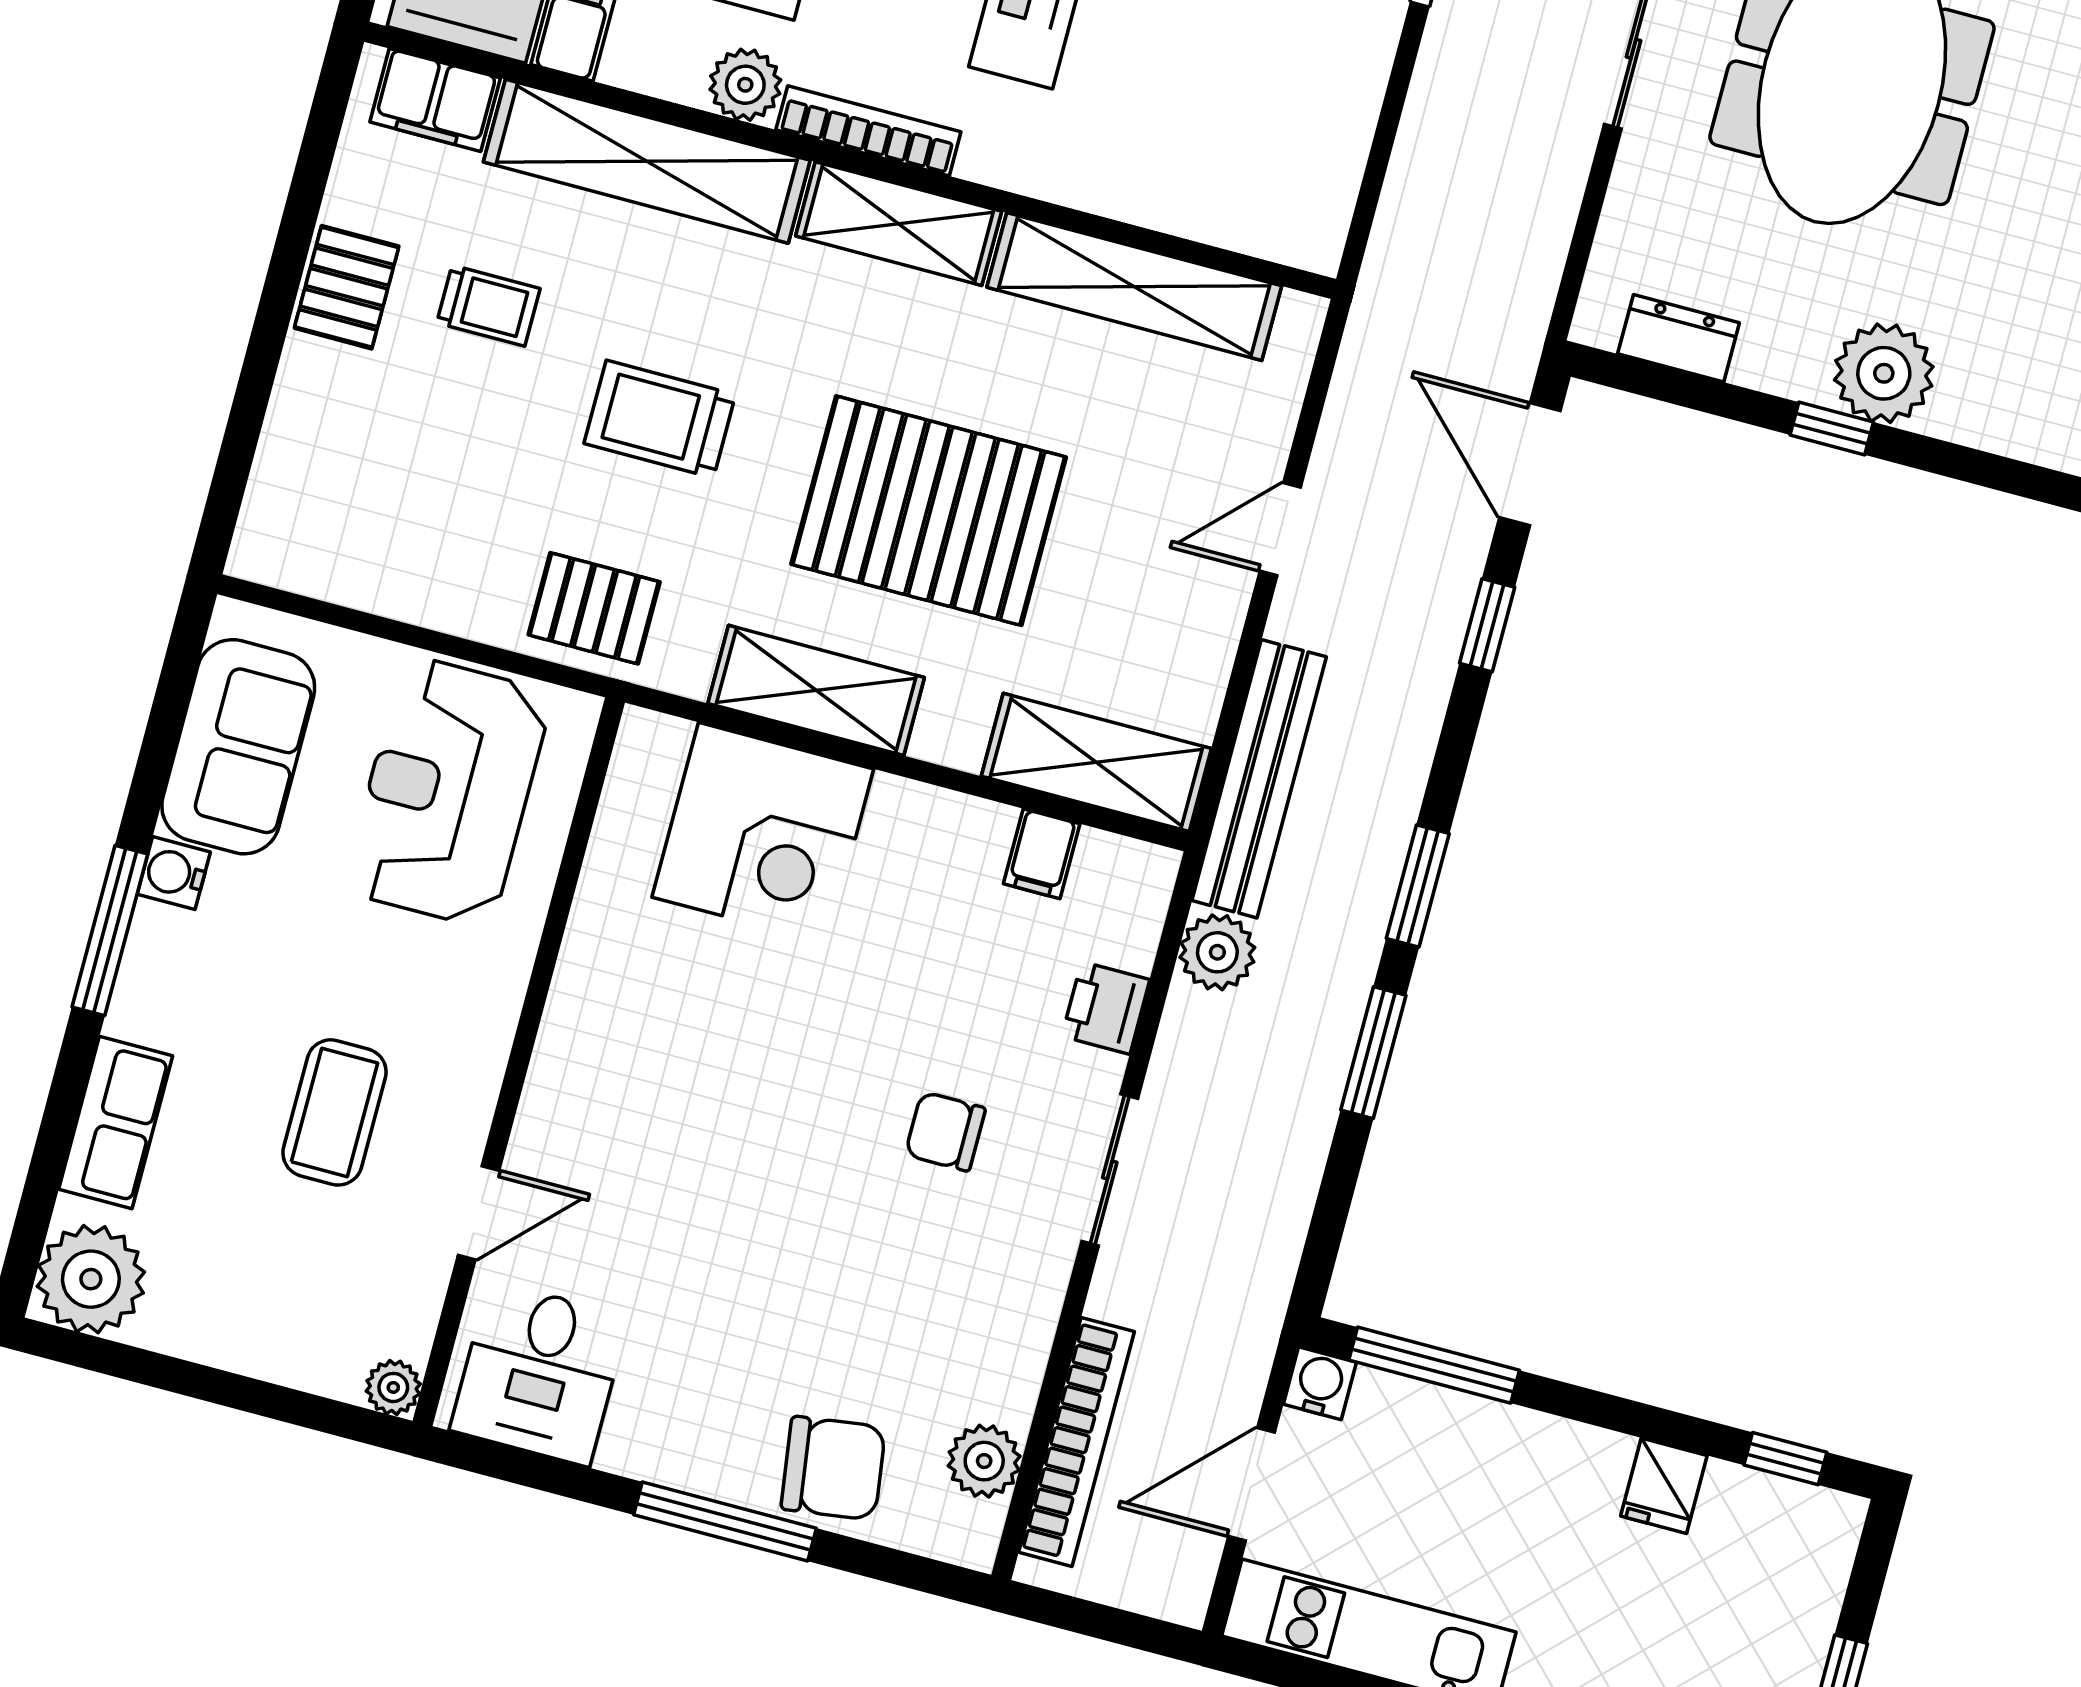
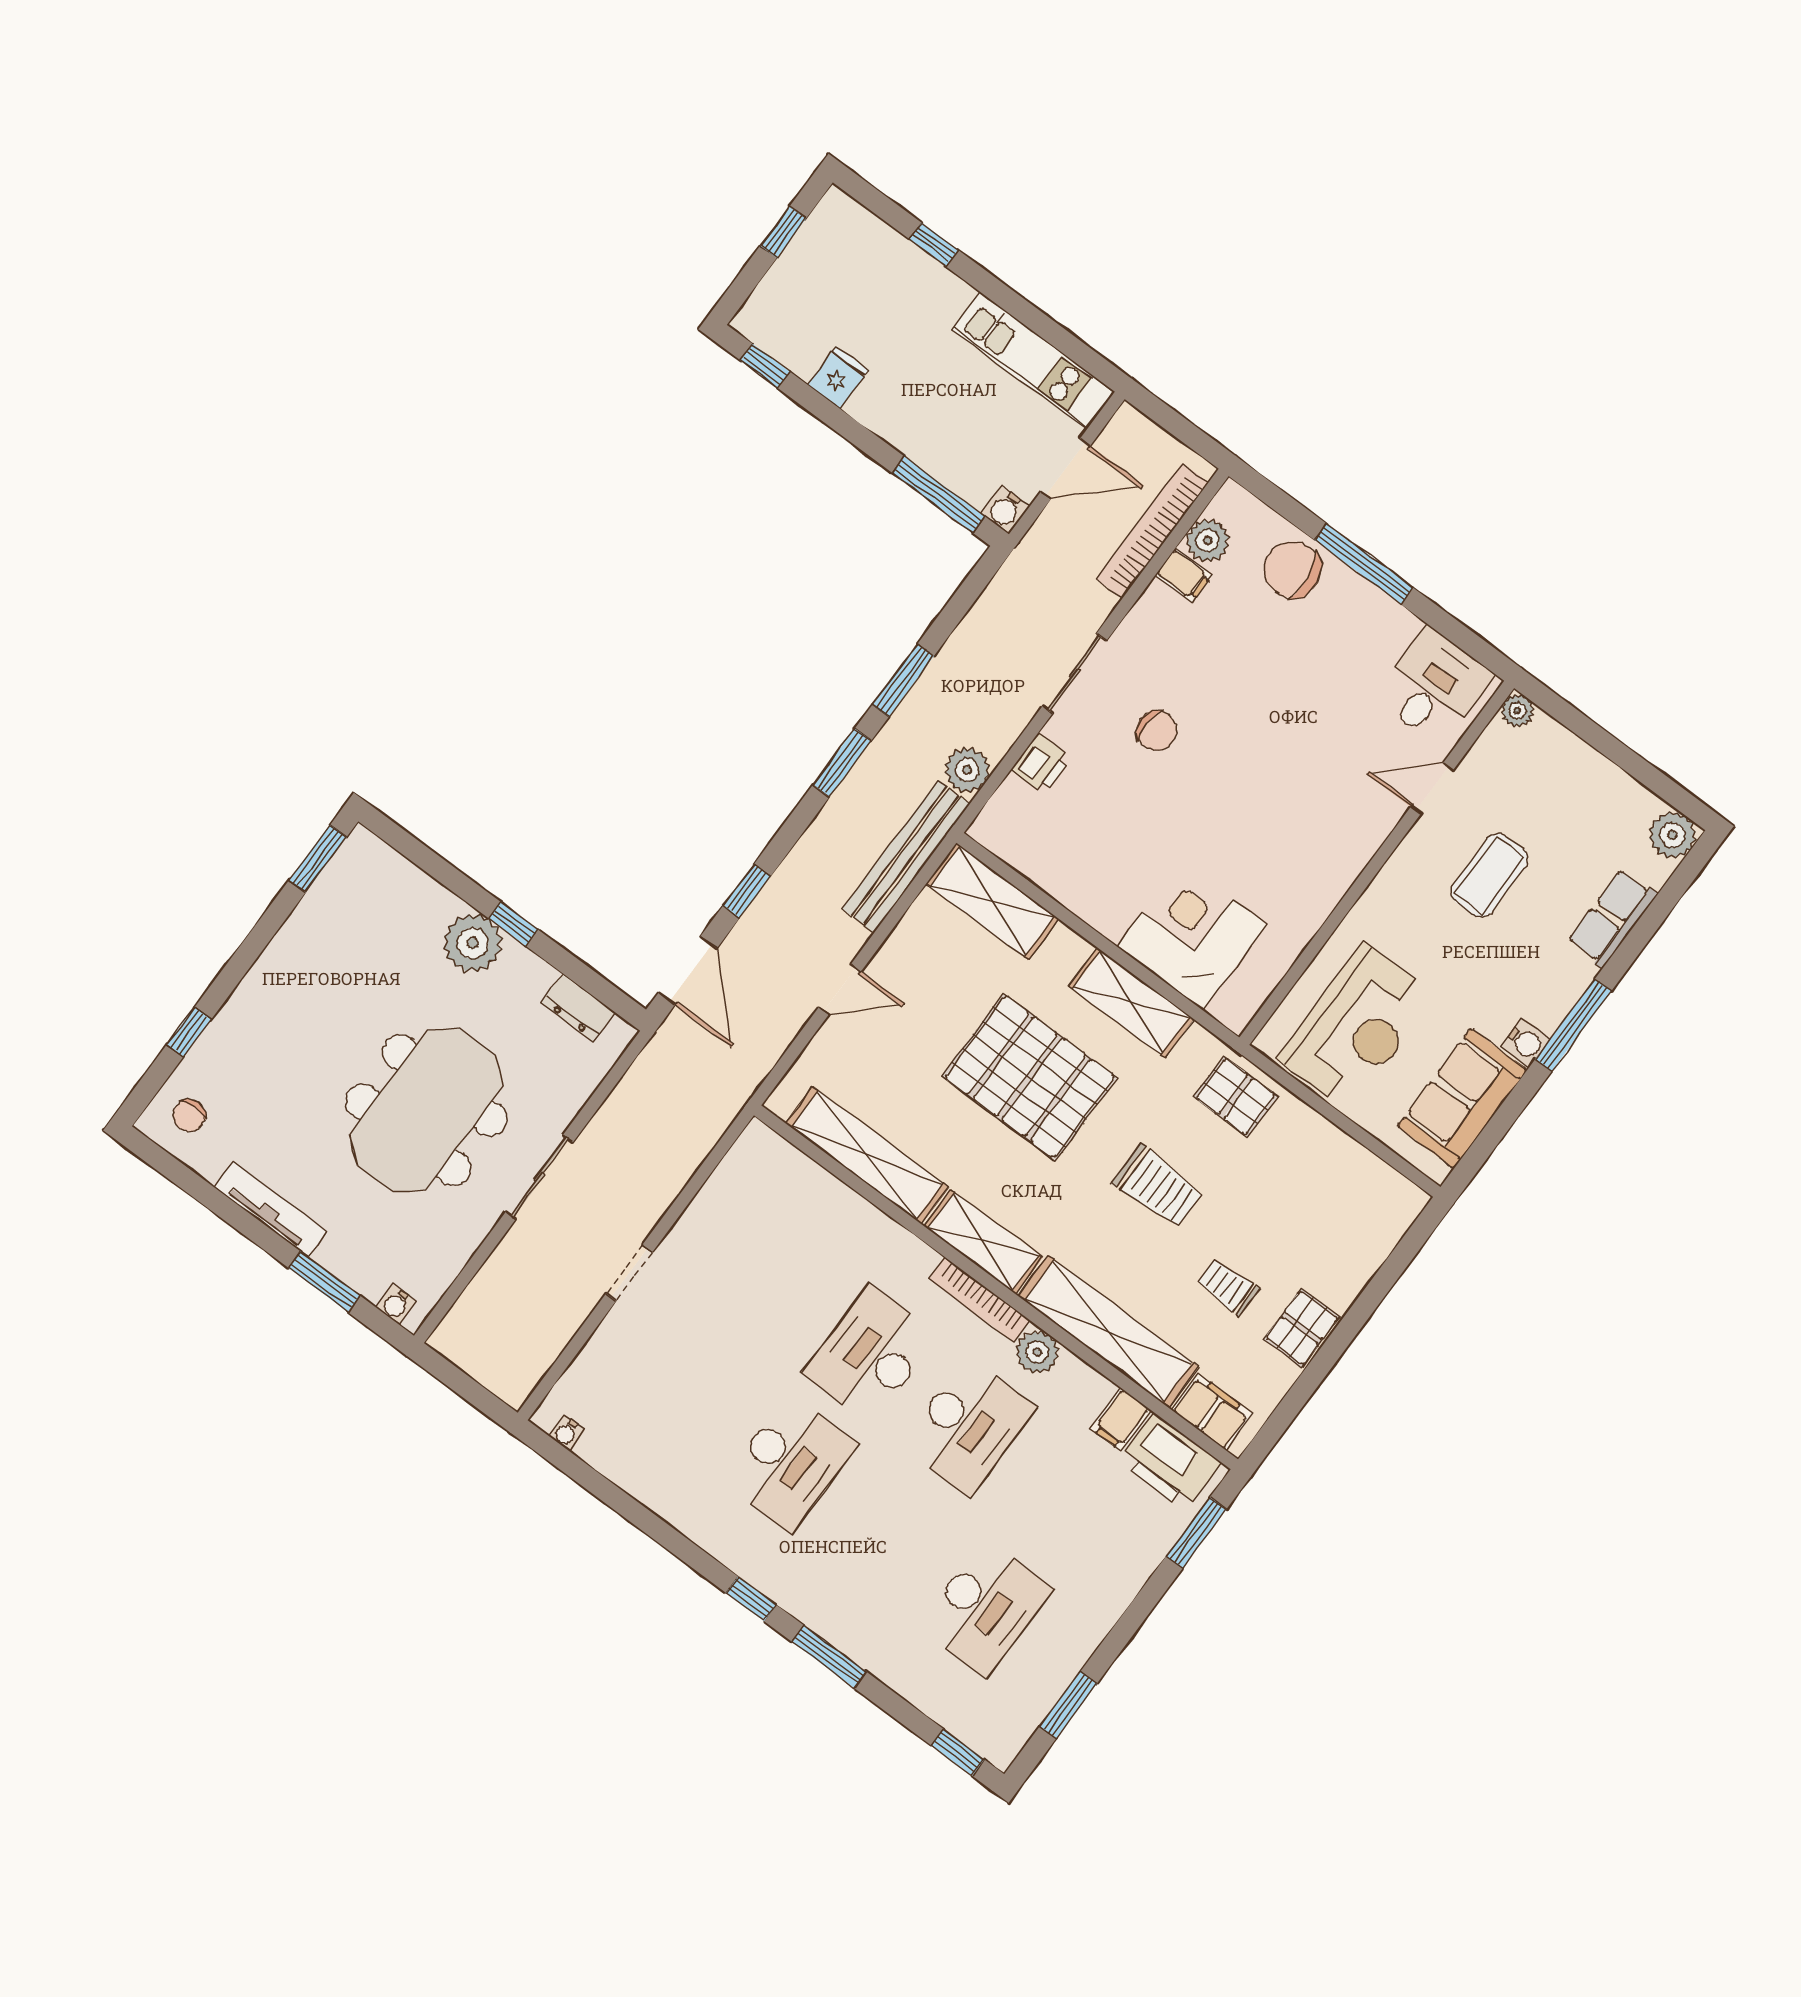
filing cabinet: (1042, 854) -> (1184, 575), moved, turned 90
plant: (91, 1279) -> (1672, 835), width x0.73, depth x0.73

